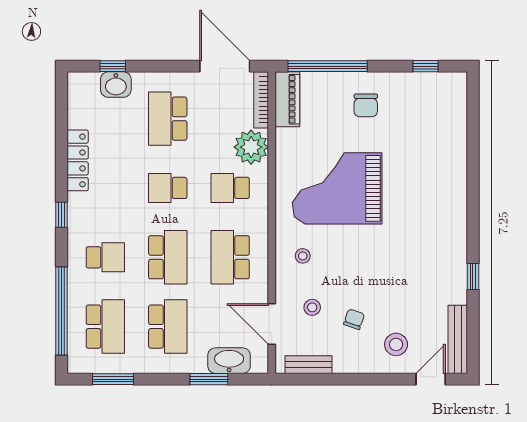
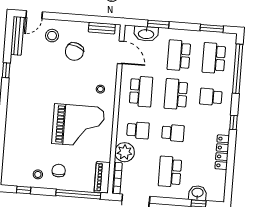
school desk: (168, 119) -> (170, 172), turned 180
stool: (312, 307) -> (38, 174), moved
chair: (354, 319) -> (74, 52), width x1.87, depth x1.87

